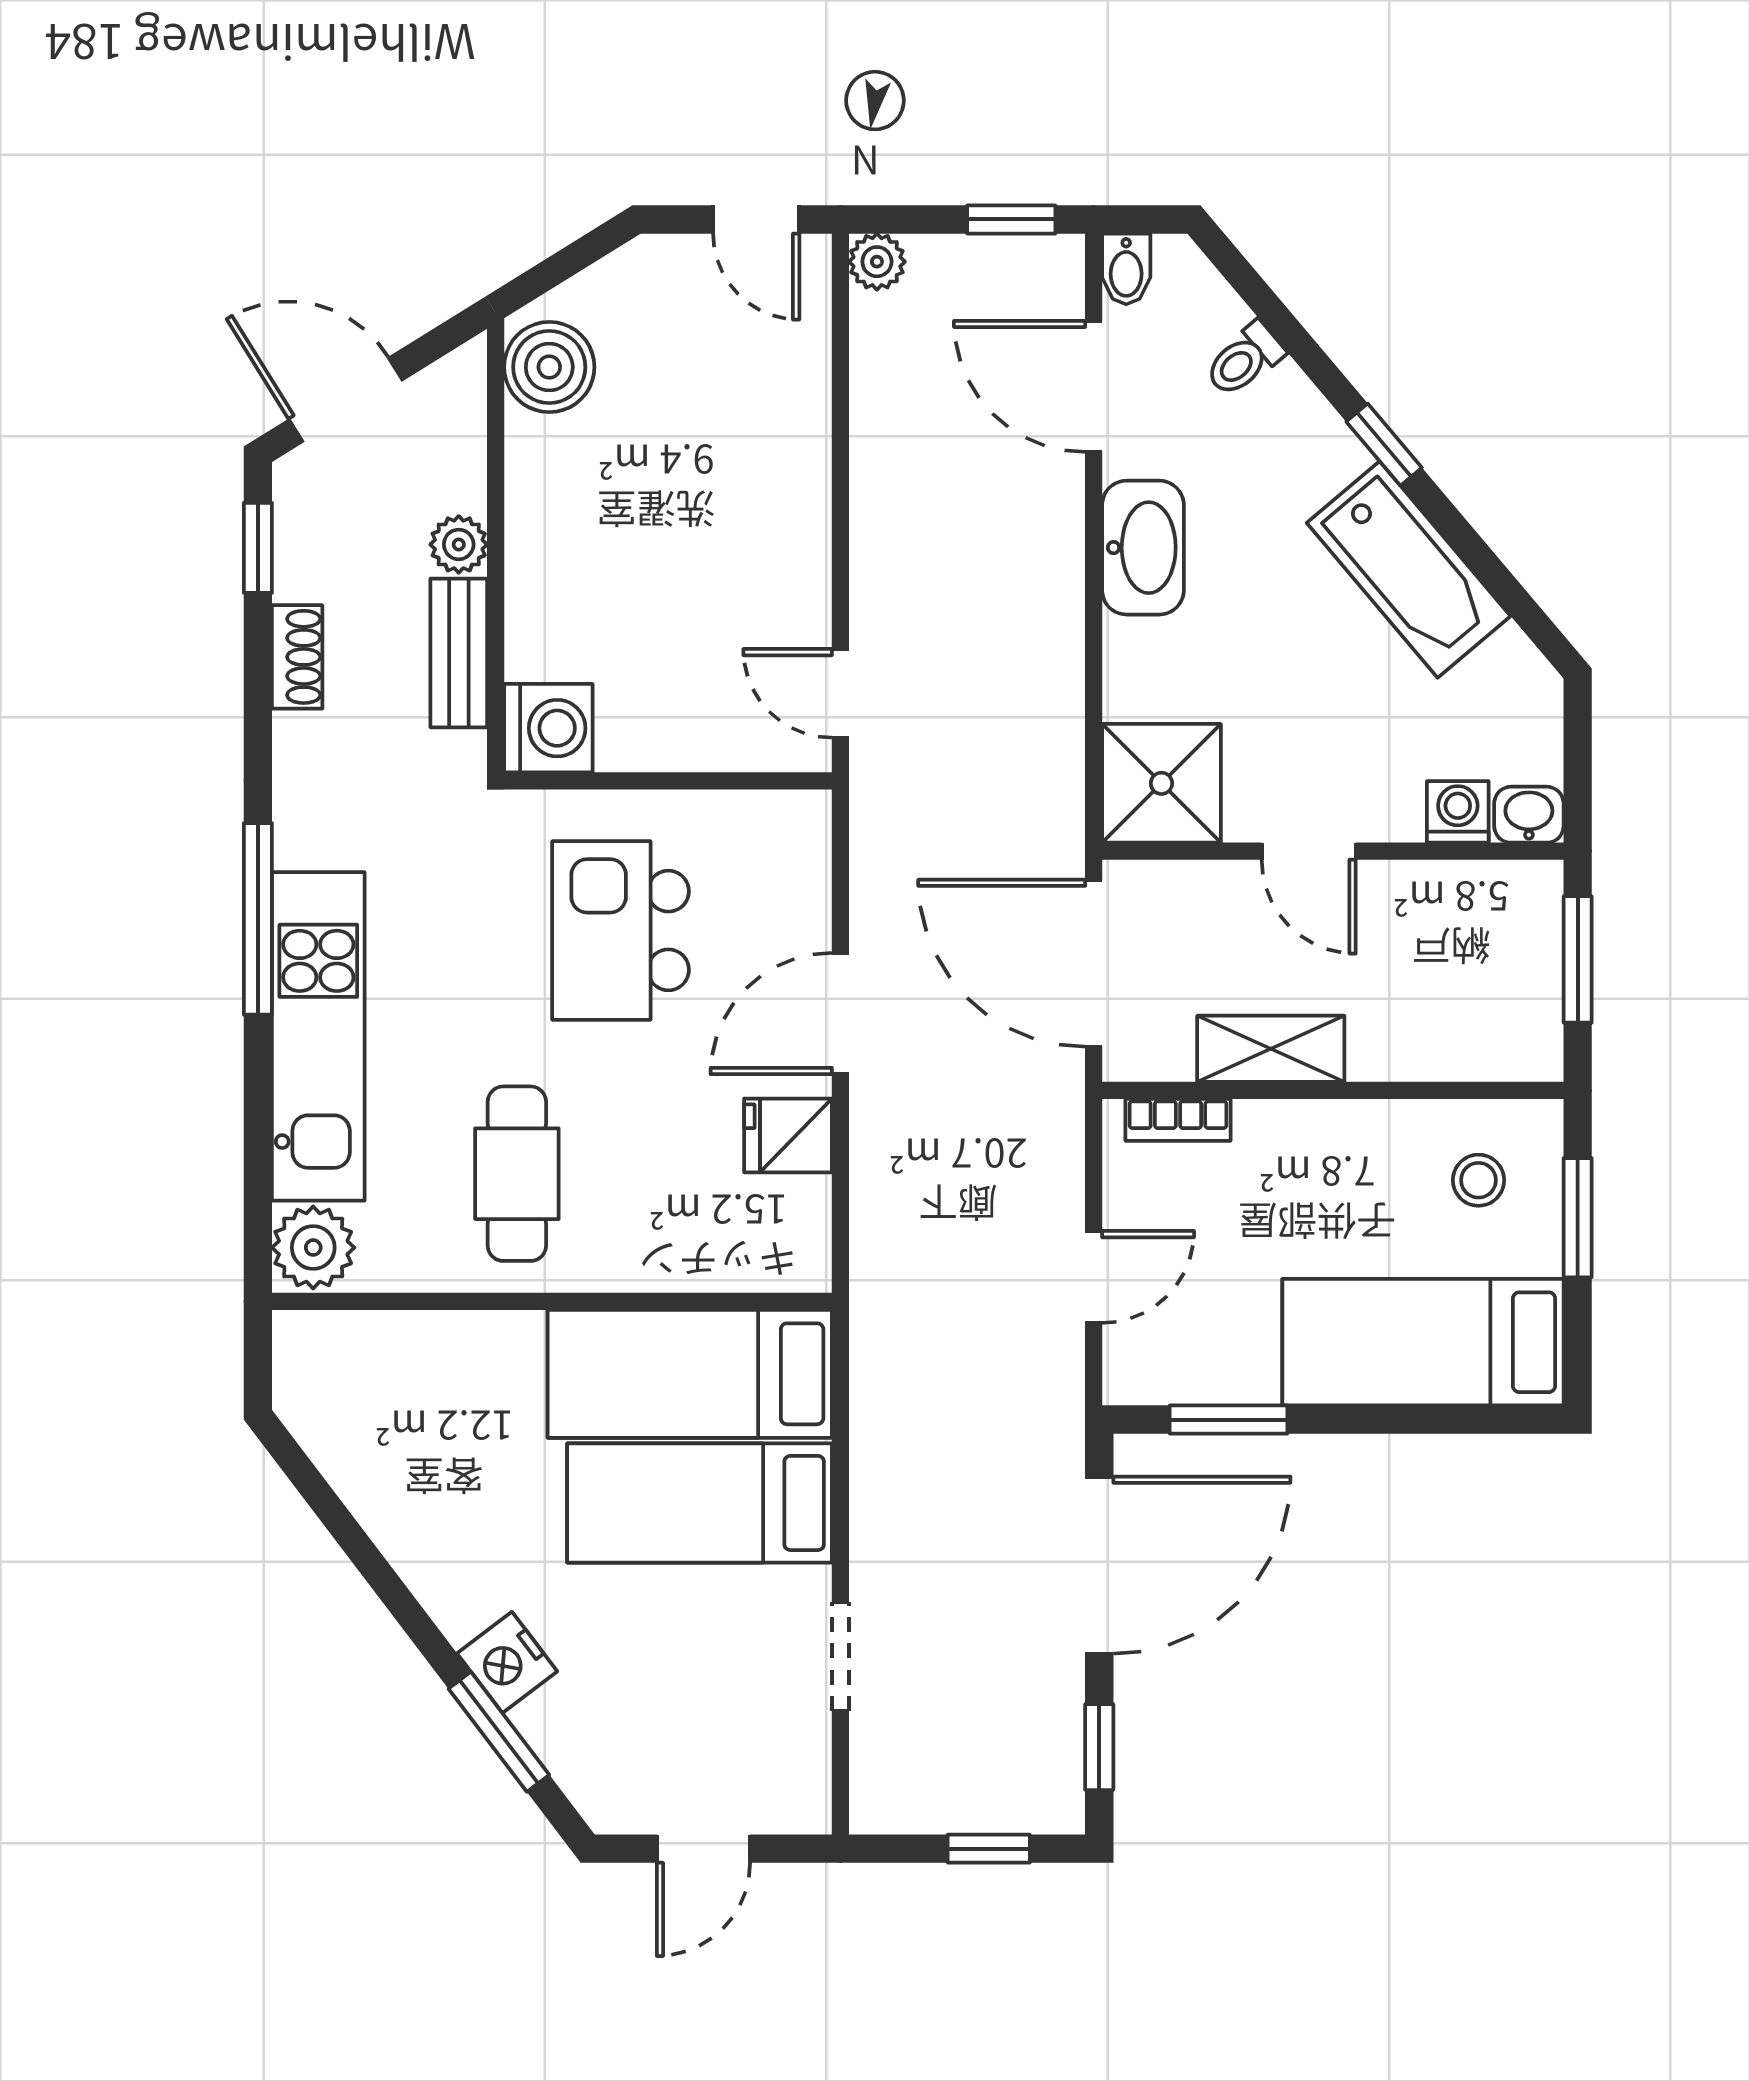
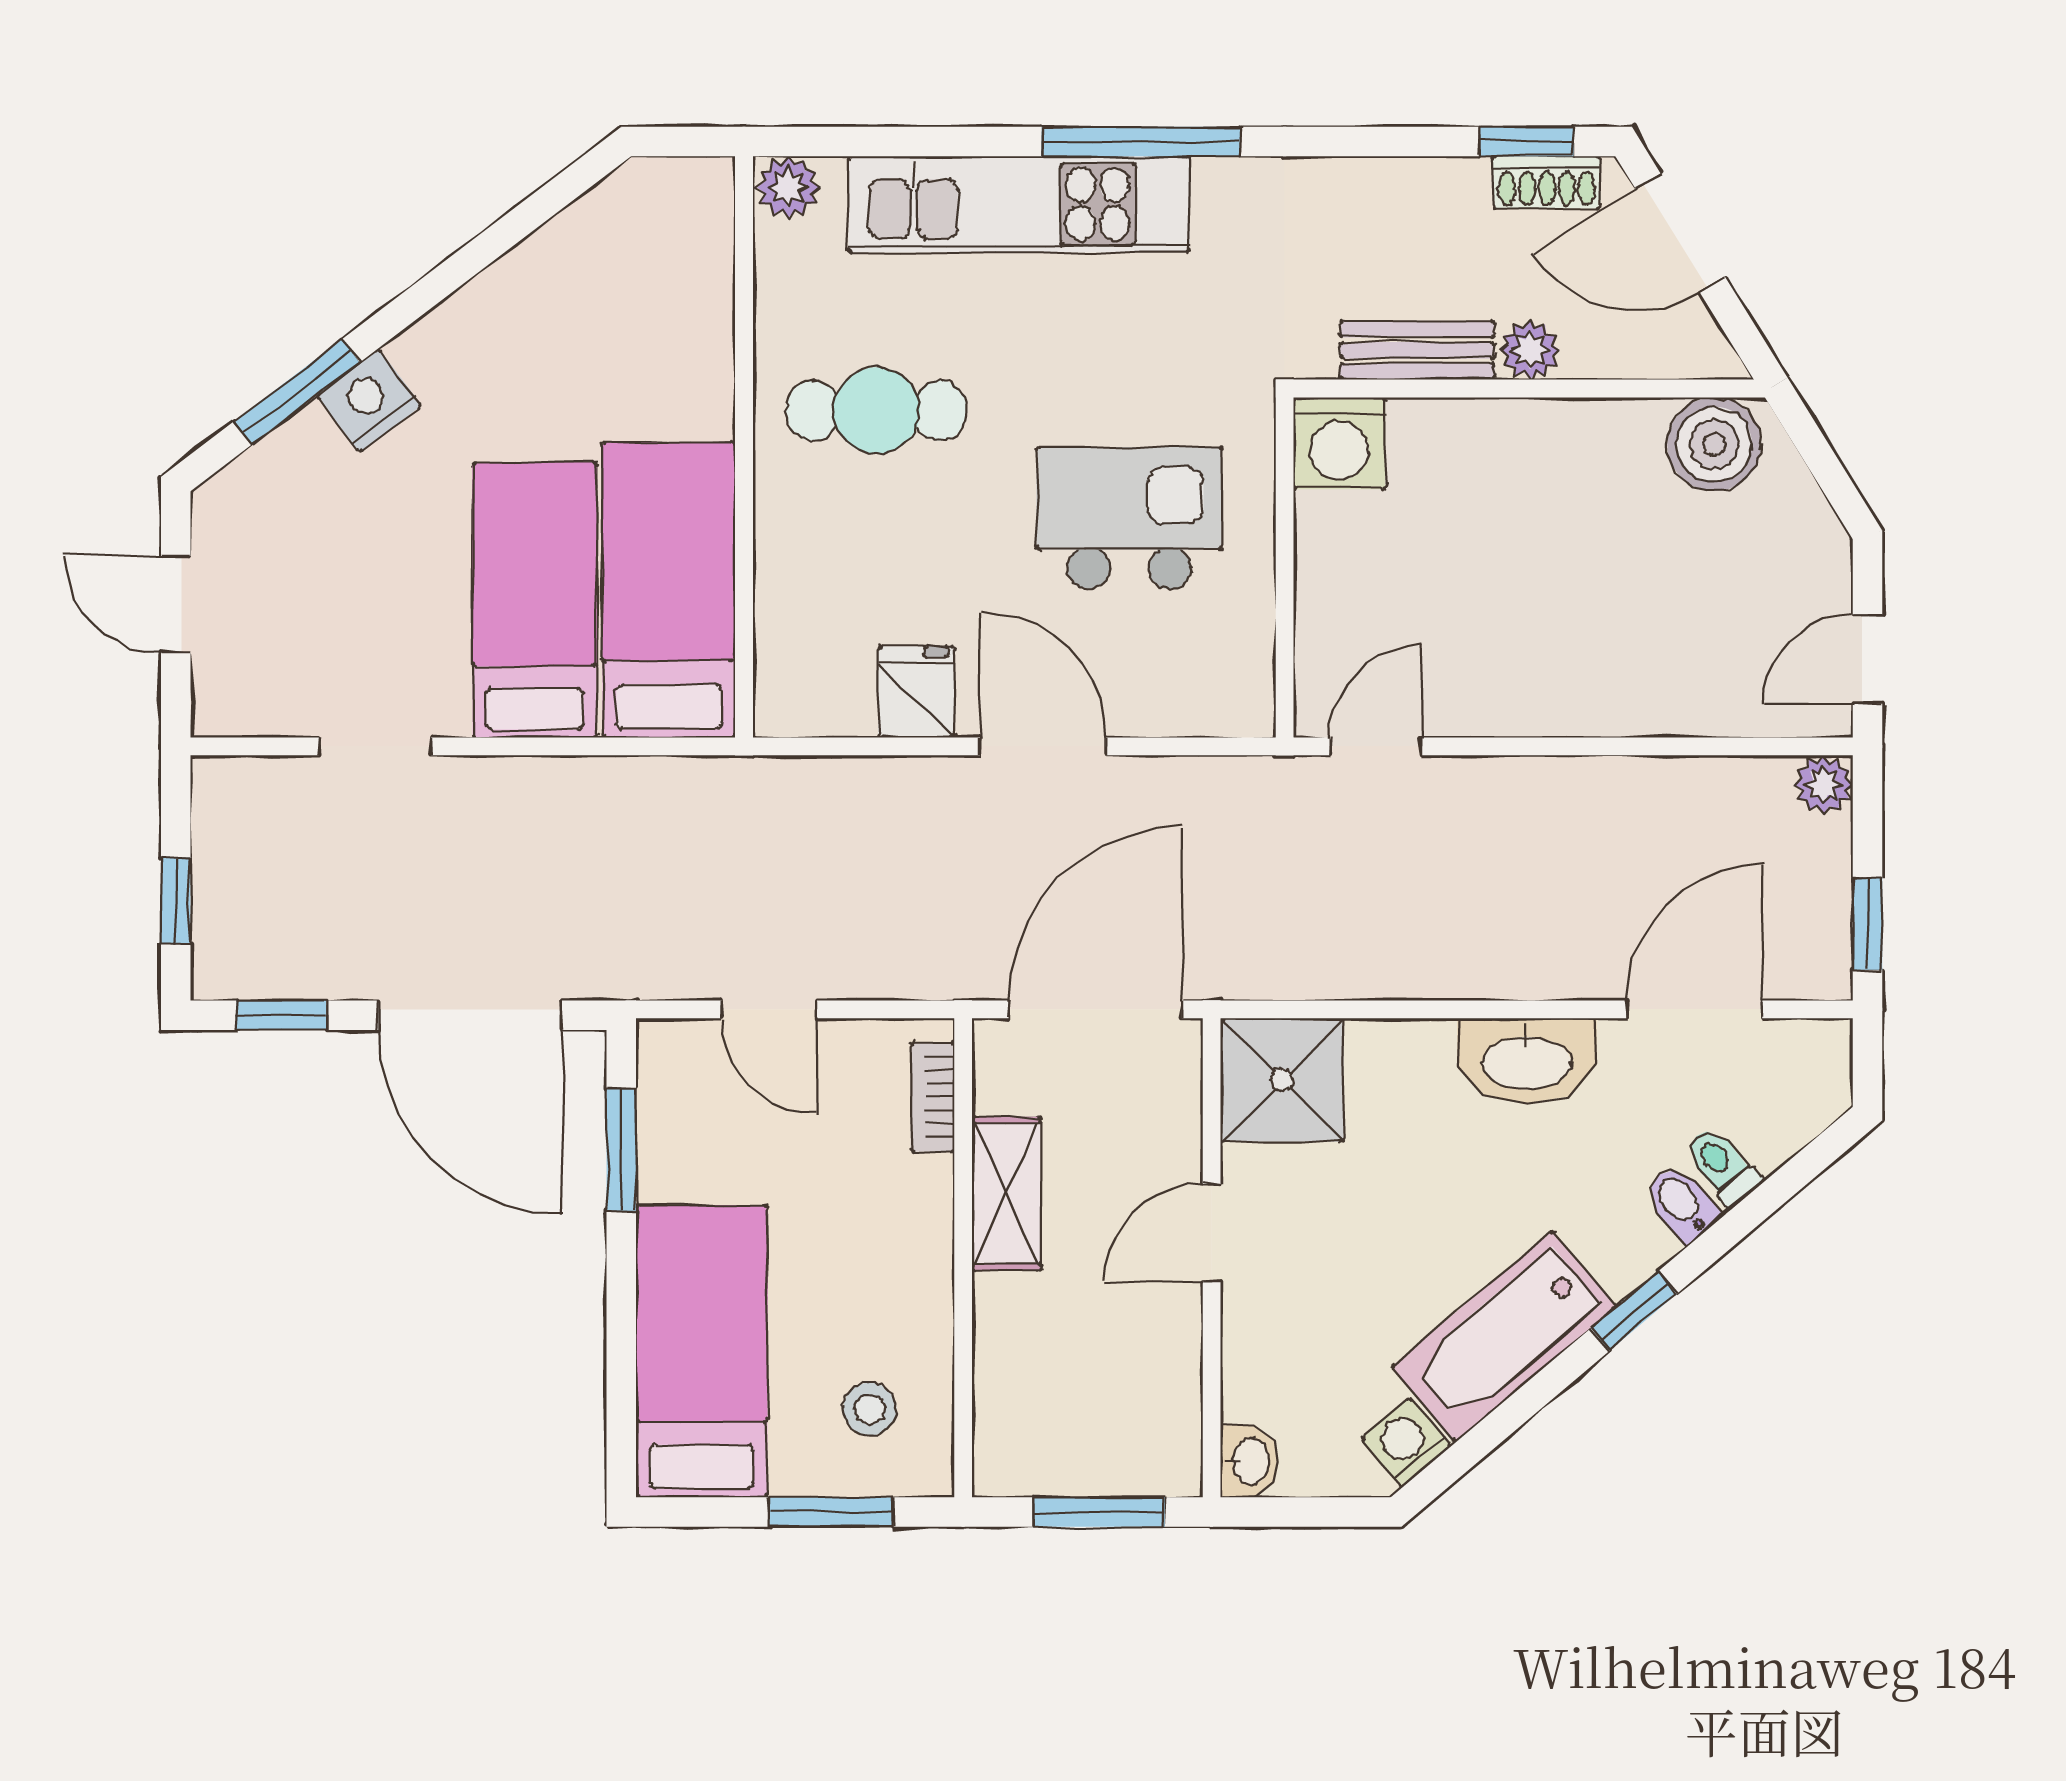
bidet: (1126, 269) -> (1682, 1203), moved, turned 50
door: (346, 400) -> (1680, 233), swing flipped
shoe rack: (297, 657) -> (1547, 182), moved
washing machine: (1458, 812) -> (1406, 1443), moved, turned -130
plant: (313, 1248) -> (788, 187), width x0.73, depth x0.73

